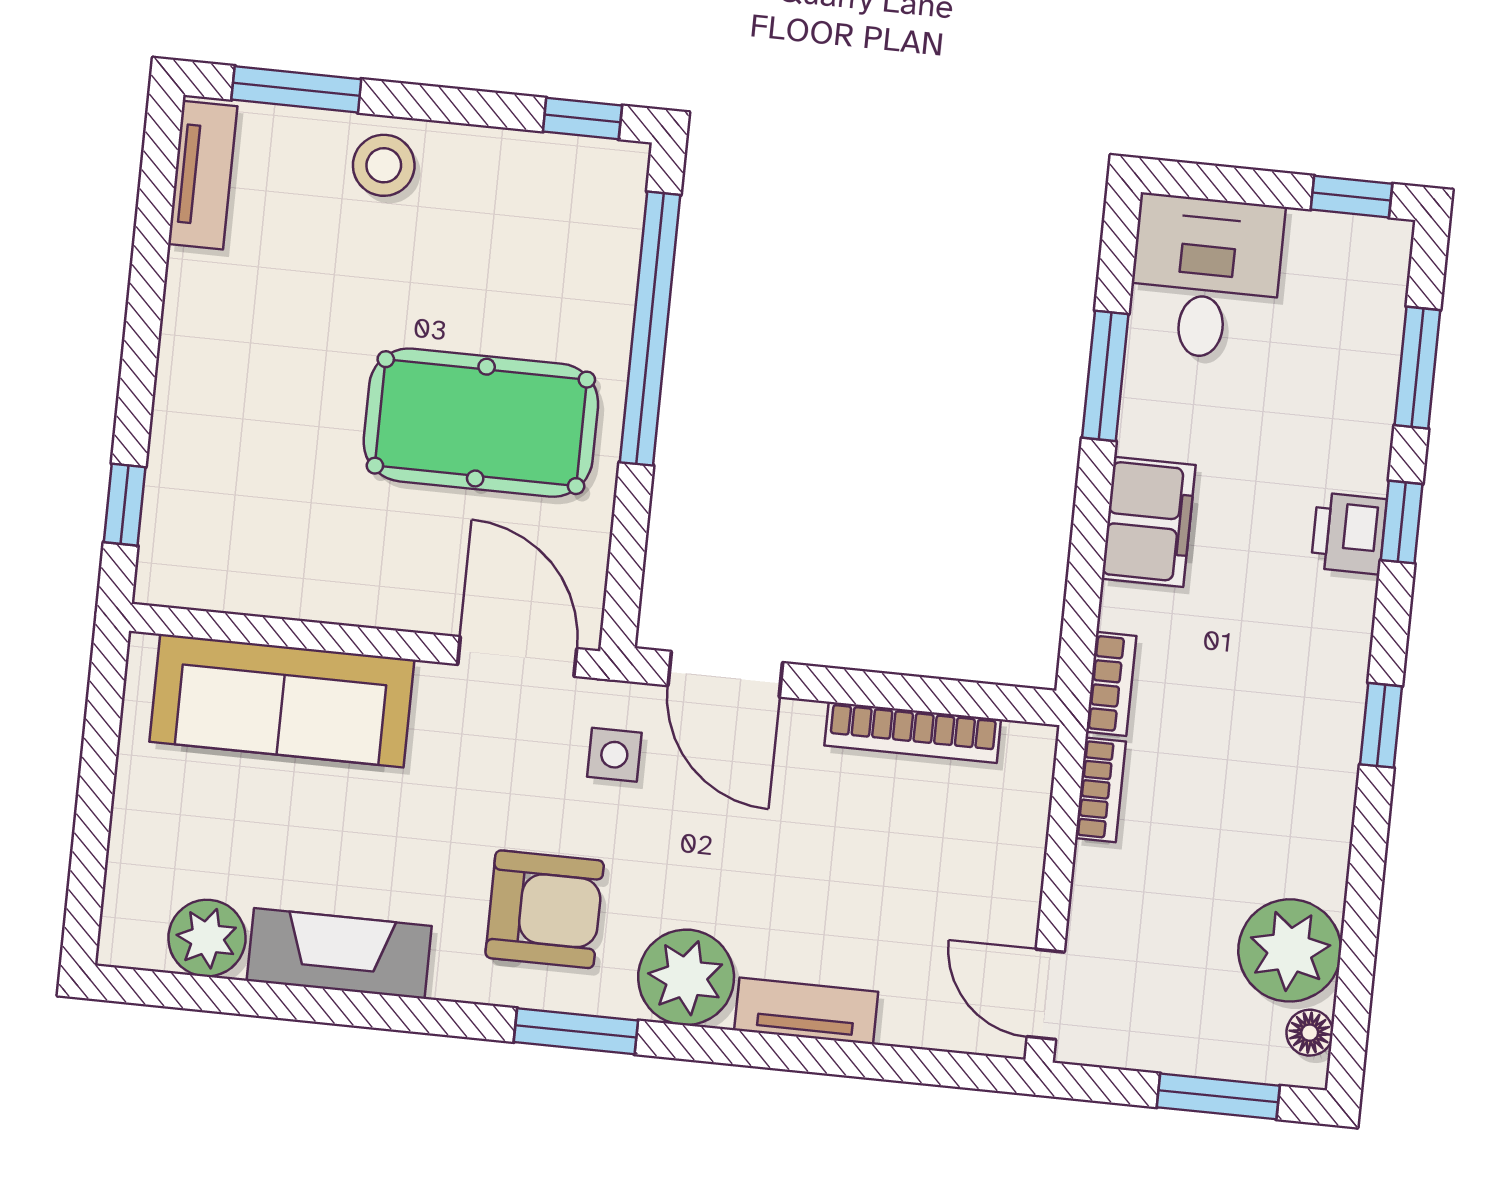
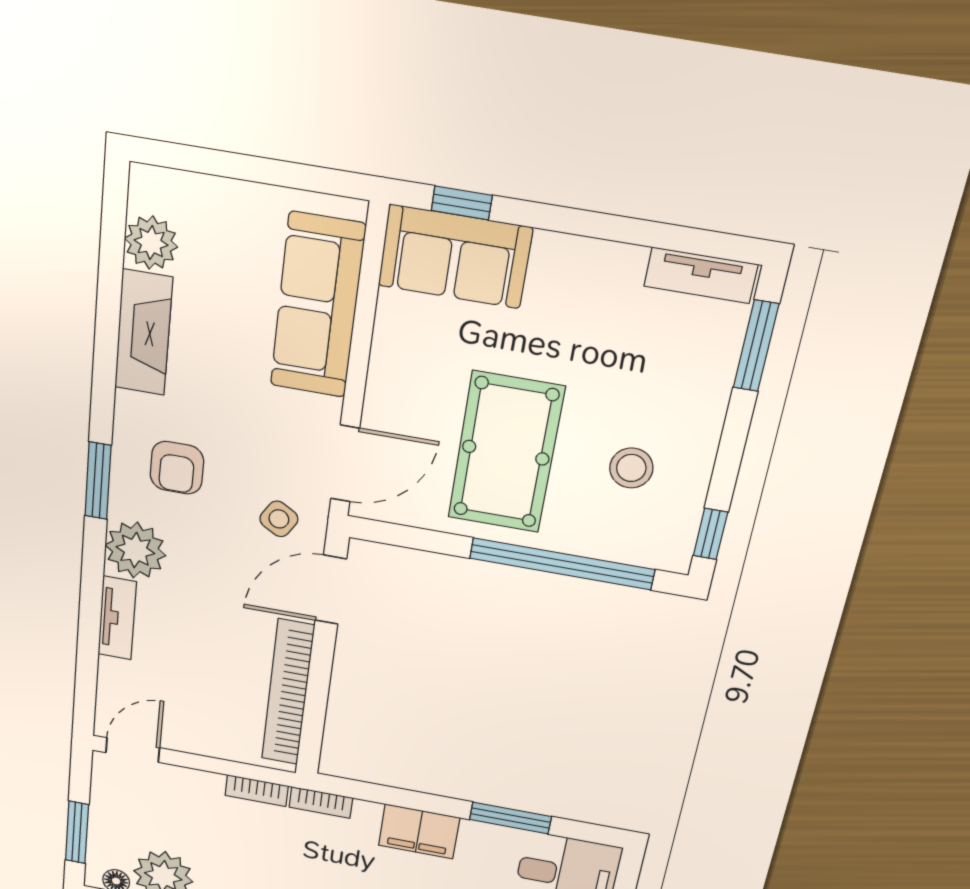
stool: (384, 165) -> (631, 468), moved
sofa: (199, 510) -> (455, 257), added
bookcase: (913, 732) -> (288, 693), width x1.48, depth x1.31
side table: (614, 755) -> (279, 519), turned 31
armchair: (545, 909) -> (177, 468), width x0.72, depth x0.72

